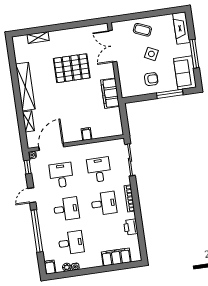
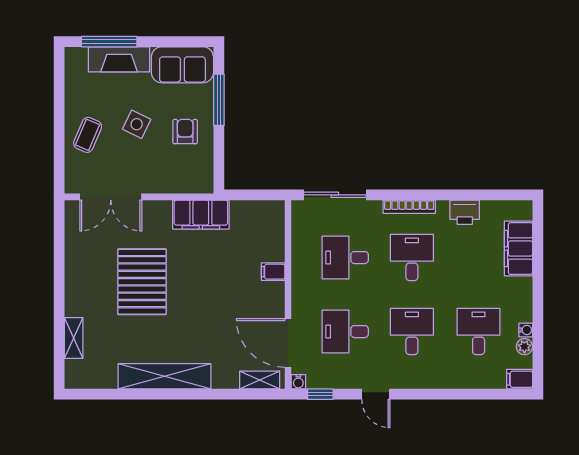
fireplace: (181, 28) -> (119, 59), moved
window: (194, 54) -> (109, 42), moved
shelving: (28, 121) -> (260, 380), moved
window: (37, 231) -> (446, 394), removed

